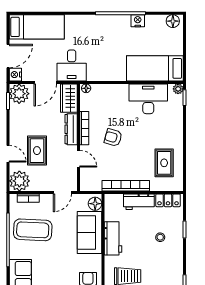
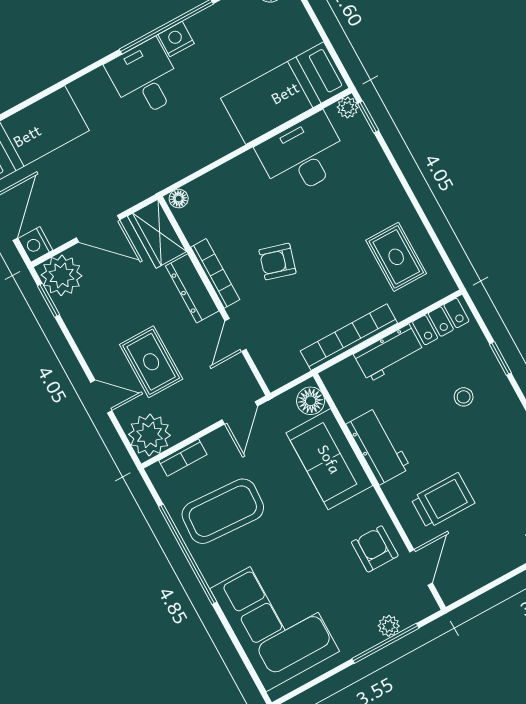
nightstand: (138, 21) -> (176, 39), moved
desk: (72, 66) -> (145, 79), moved, turned 180
door: (45, 82) -> (98, 229), hinge flipped
door: (79, 159) -> (236, 335), swing flipped

